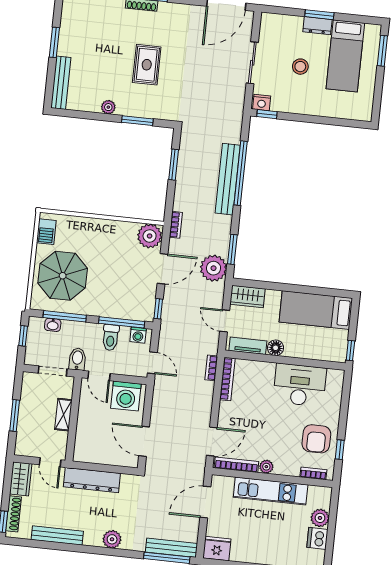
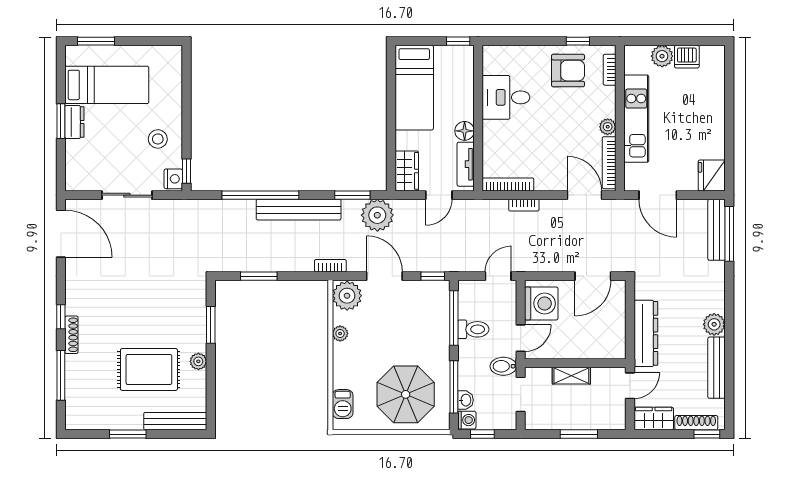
rug: (147, 65) -> (149, 369), moved, width x1.36, depth x1.43
stool: (300, 67) -> (158, 139), moved
bench: (228, 179) -> (299, 210), moved
plant: (119, 227) -> (340, 334), added
barbecue: (46, 232) -> (343, 404), moved, turned 90
washing machine: (138, 335) -> (467, 420), moved
bookcase: (211, 368) -> (524, 205), moved
desk: (300, 385) -> (506, 97), width x0.73
plant: (112, 539) -> (714, 324), moved

